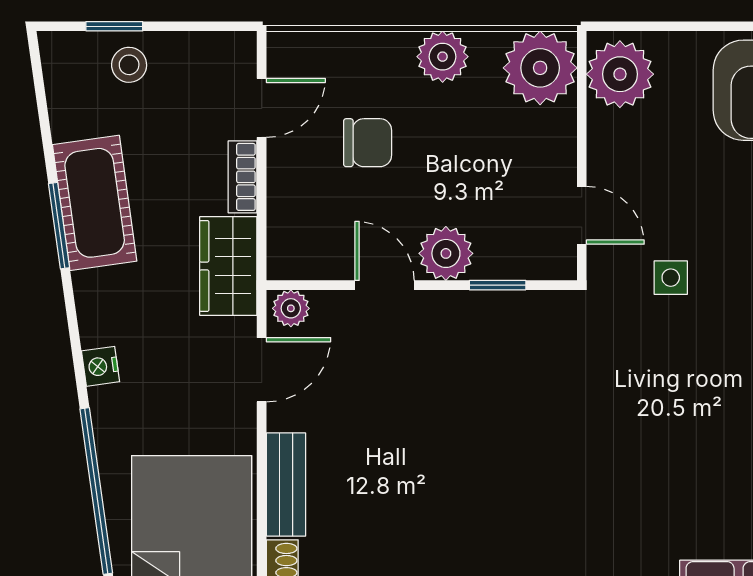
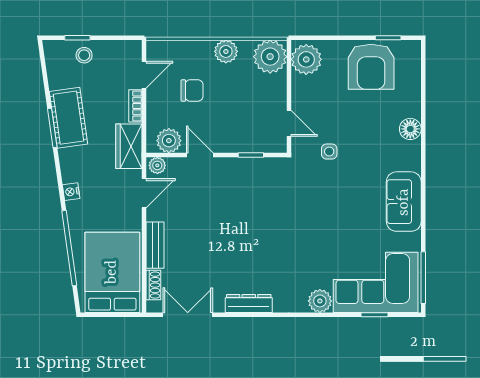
plant: (446, 253) -> (169, 141), moved

